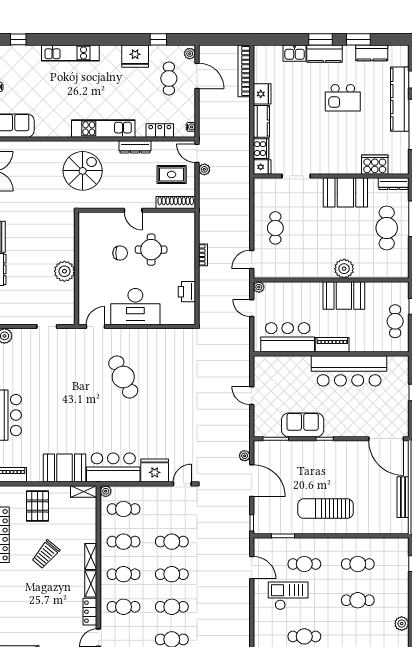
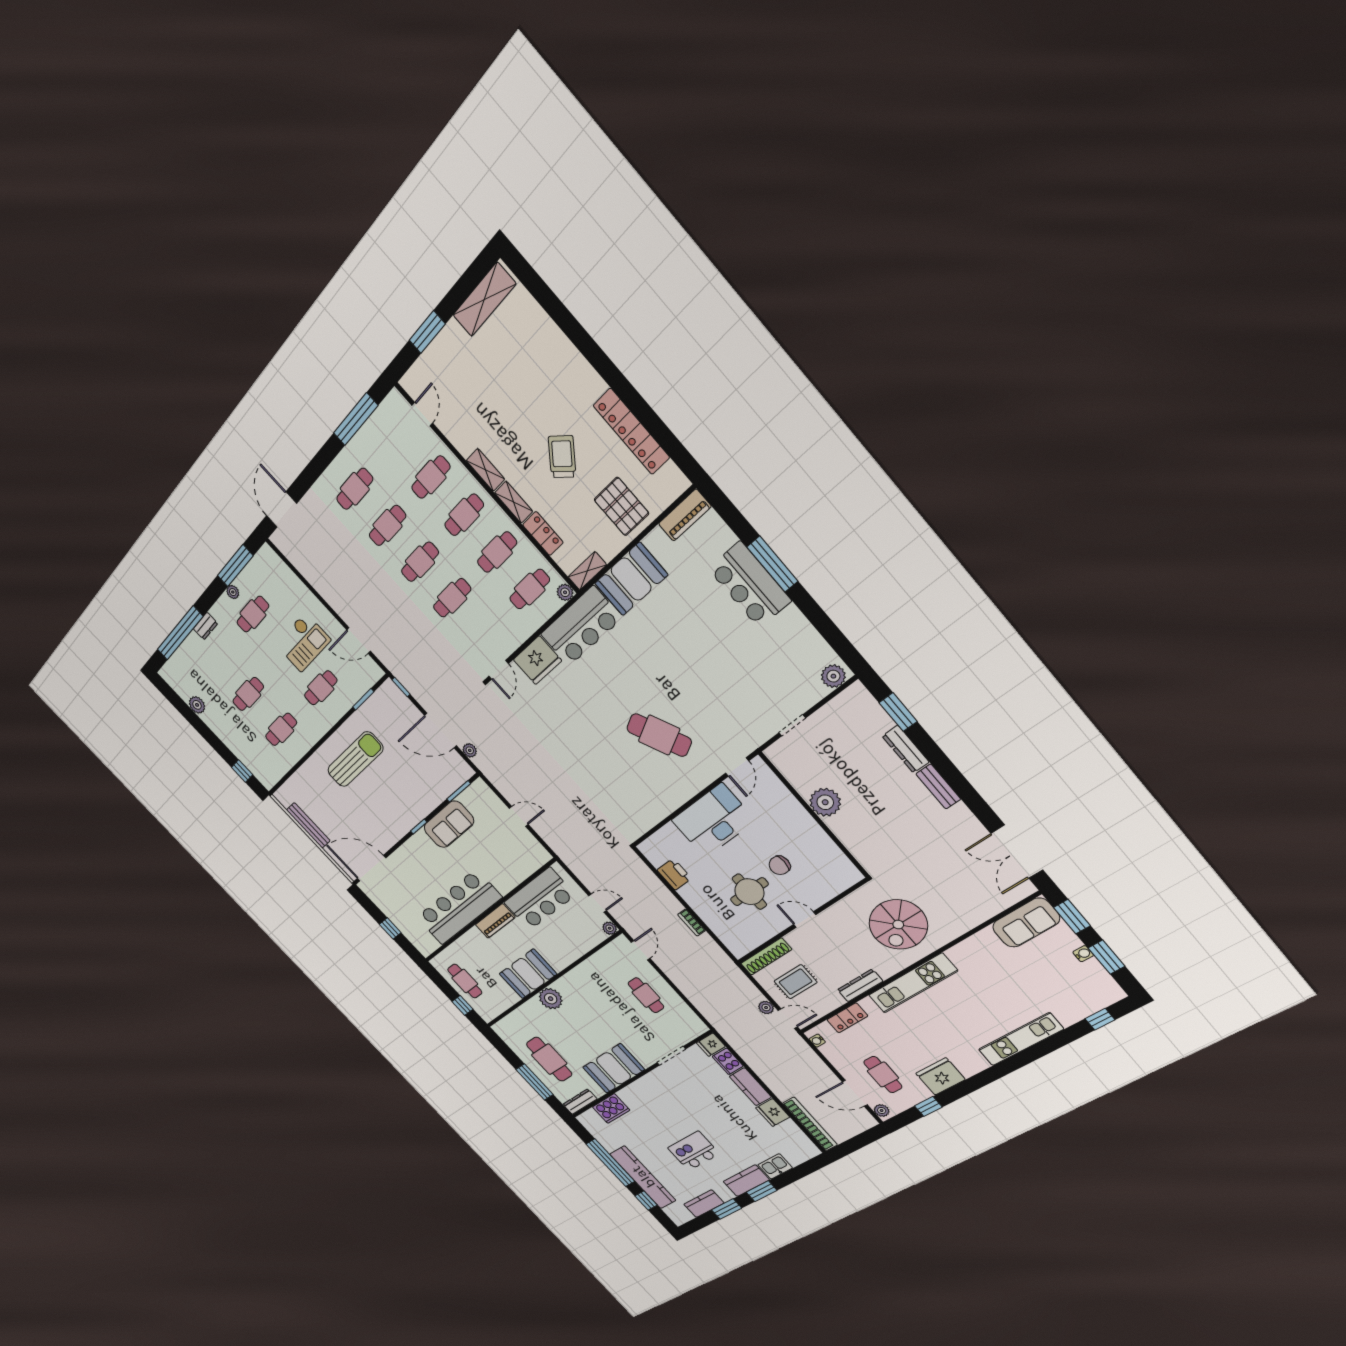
locker: (90, 612) -> (543, 534), moved

